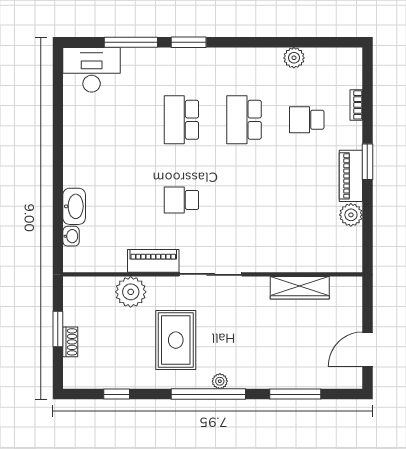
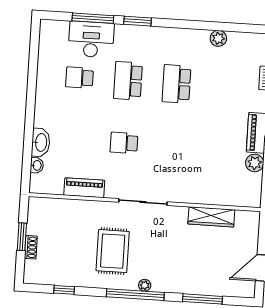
desk: (92, 70) -> (91, 39), moved
school desk: (307, 120) -> (80, 78), moved
piano: (153, 261) -> (84, 188), moved
plant: (131, 292) -> (80, 212), removed

